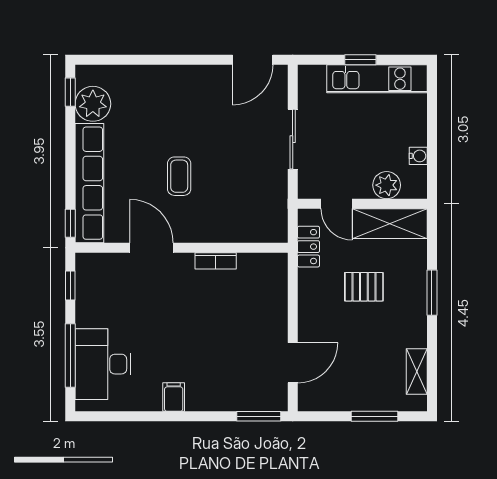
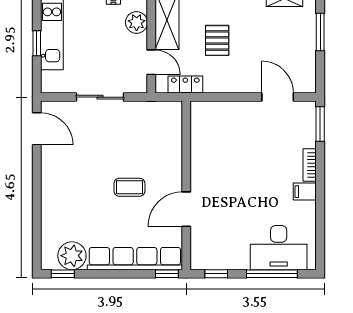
door: (337, 204) -> (151, 62), hinge flipped
bookcase: (216, 261) -> (310, 165), moved, turned 180

